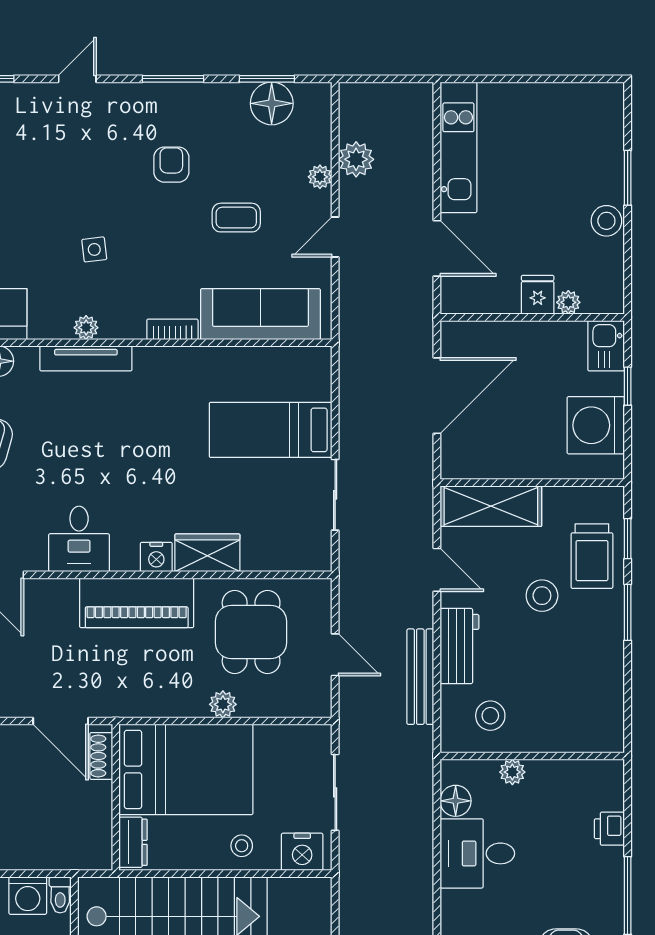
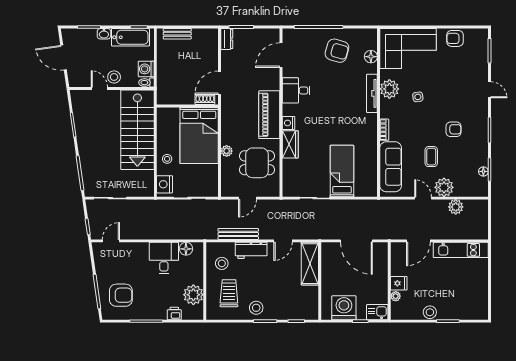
floor lamp: (272, 103) -> (483, 171), width x0.53, depth x0.53
plant: (320, 177) -> (444, 187), width x1.87, depth x1.87
plant: (86, 328) -> (389, 89), width x1.88, depth x1.88
trolley: (592, 556) -> (229, 293), moved, turned 90
stool: (542, 596) -> (256, 308), moved
plant: (512, 772) -> (193, 295), moved, width x1.87, depth x1.87
dresser: (133, 842) -> (169, 113), removed

